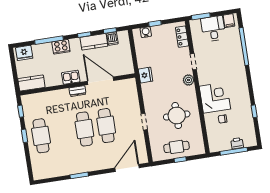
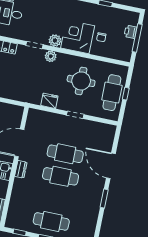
fridge: (145, 75) -> (49, 101), moved
plant: (204, 79) -> (55, 41), added
cafe table: (177, 147) -> (112, 93), width x1.37, depth x1.35
door: (127, 168) -> (111, 166), moved

